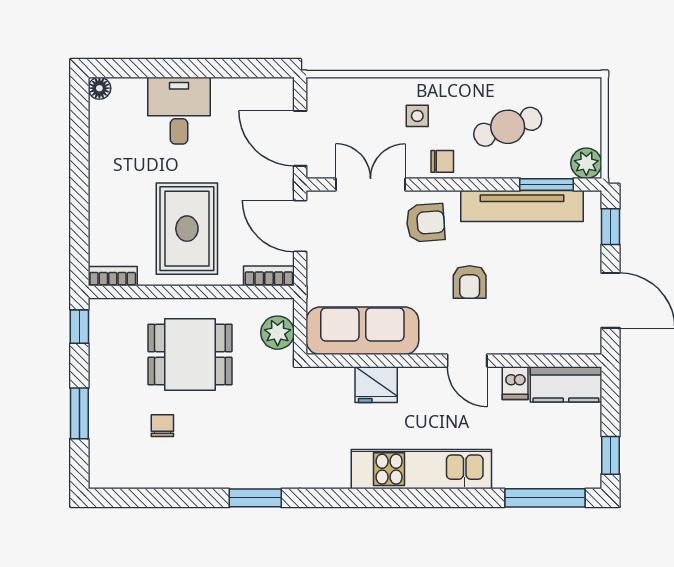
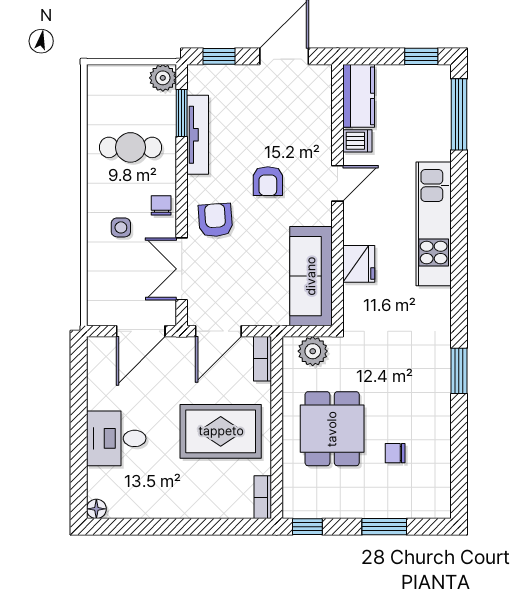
cafe table: (508, 127) -> (130, 147), turned -71
tv unit: (522, 206) -> (198, 135), width x0.73, depth x0.78
armchair: (470, 282) -> (268, 181), turned 90

